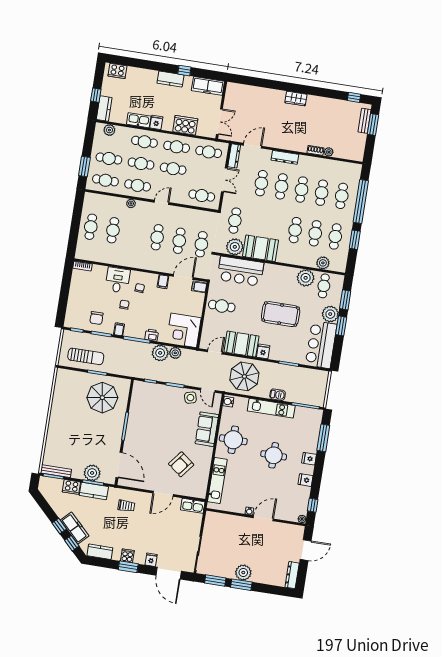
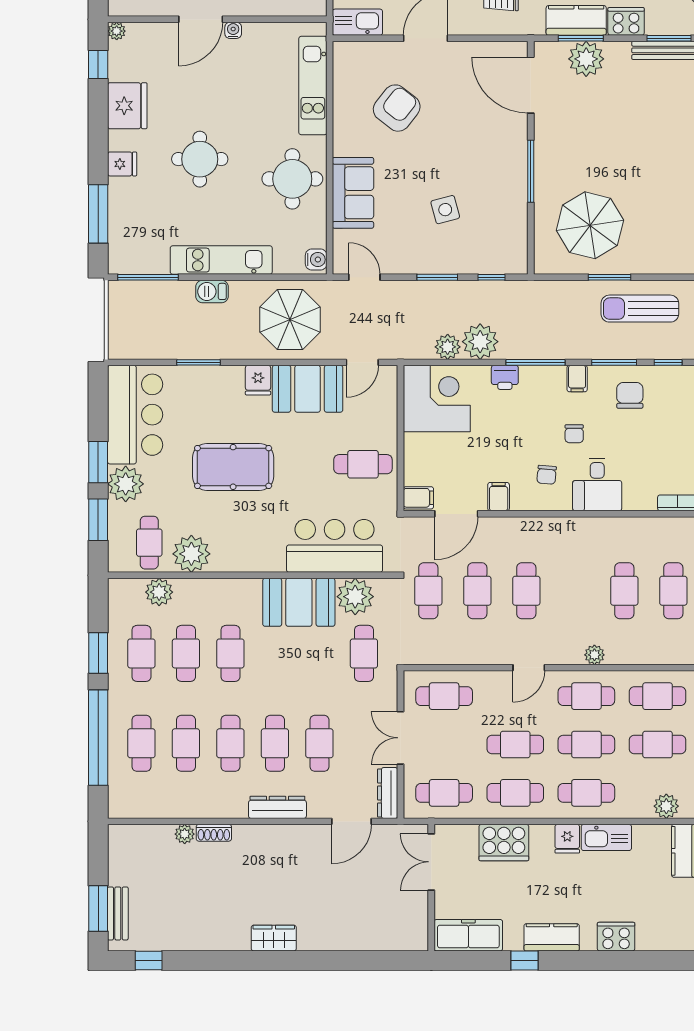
cooker: (117, 71) -> (616, 937), moved
side table: (190, 398) -> (445, 210), moved
fridge: (306, 480) -> (127, 106), width x1.88, depth x1.34

